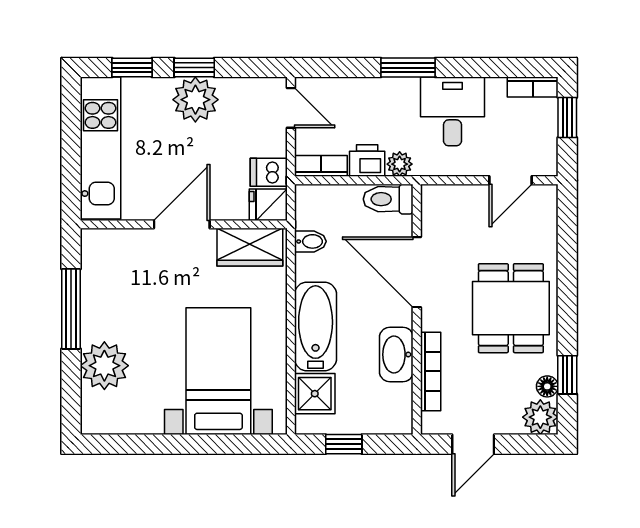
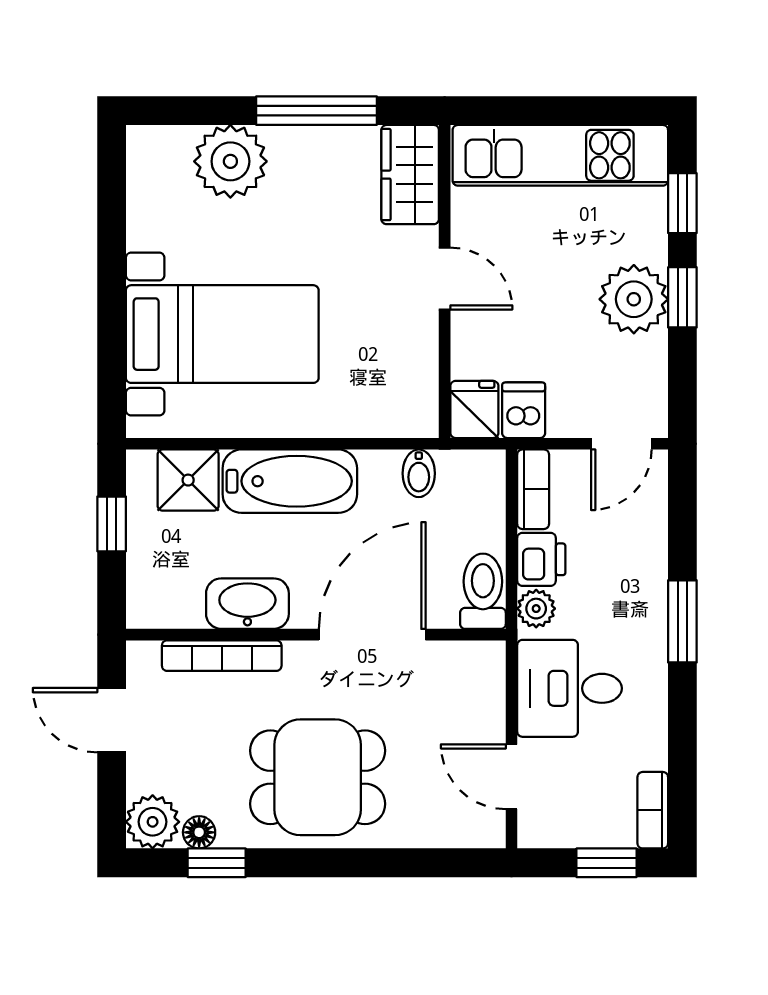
desk: (452, 111) -> (569, 688), moved, turned 180
door: (182, 224) -> (445, 279), width x0.73
wardrobe: (250, 247) -> (410, 175), moved

